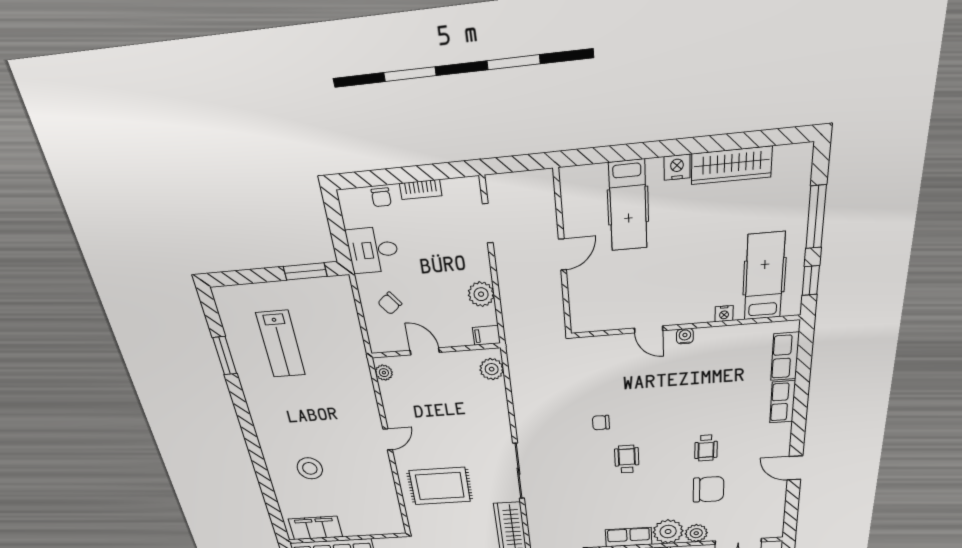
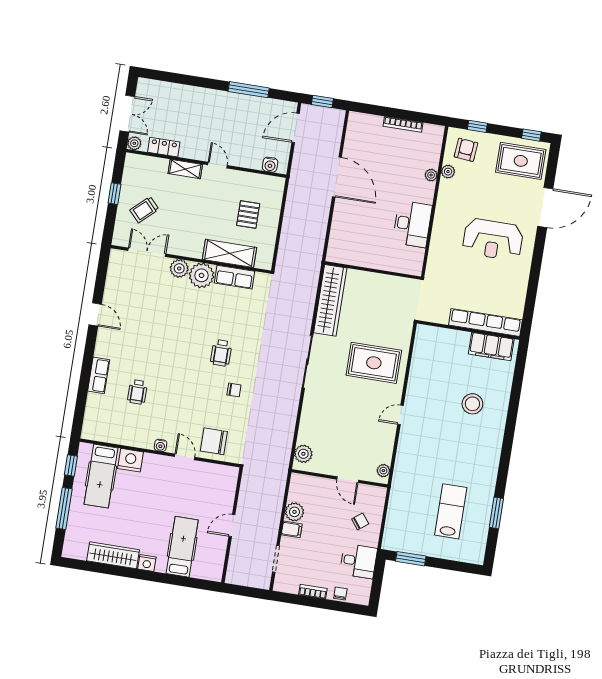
nightstand: (724, 314) -> (130, 460), width x1.89, depth x1.79
filing cabinet: (486, 335) -> (292, 529), moved
row of seats: (785, 356) -> (93, 412), removed
wheelchair: (706, 448) -> (137, 392), moved, turned 180
chair: (709, 489) -> (214, 441), moved

